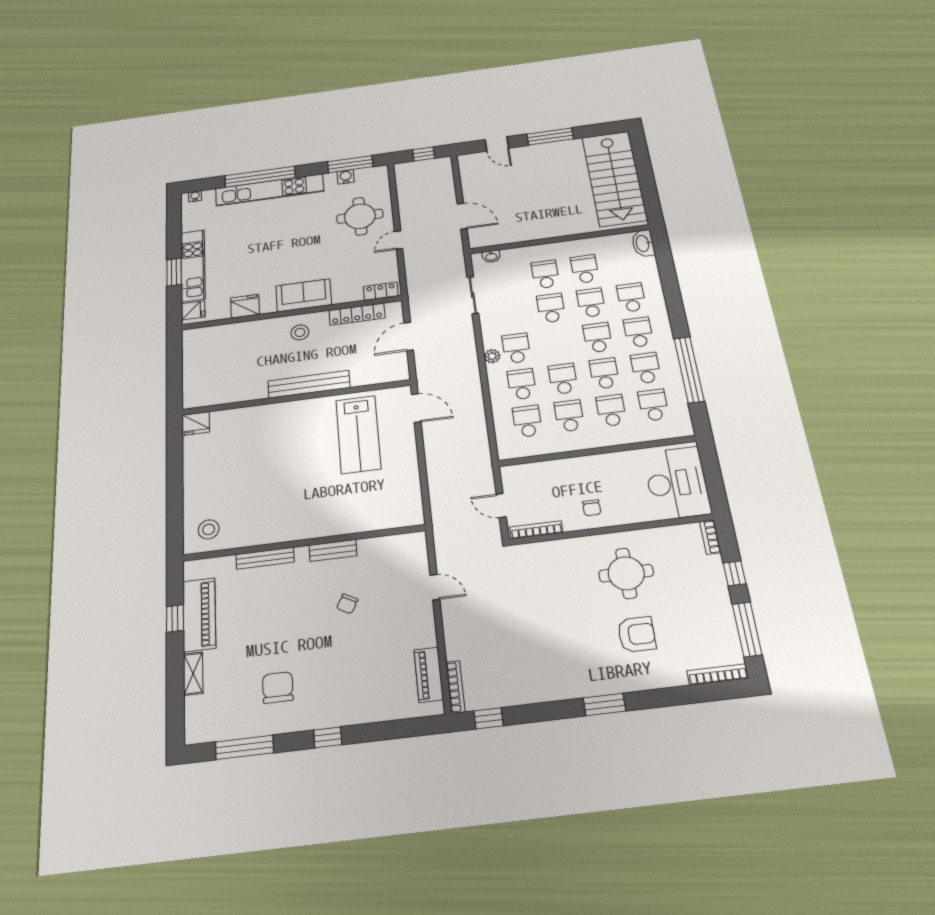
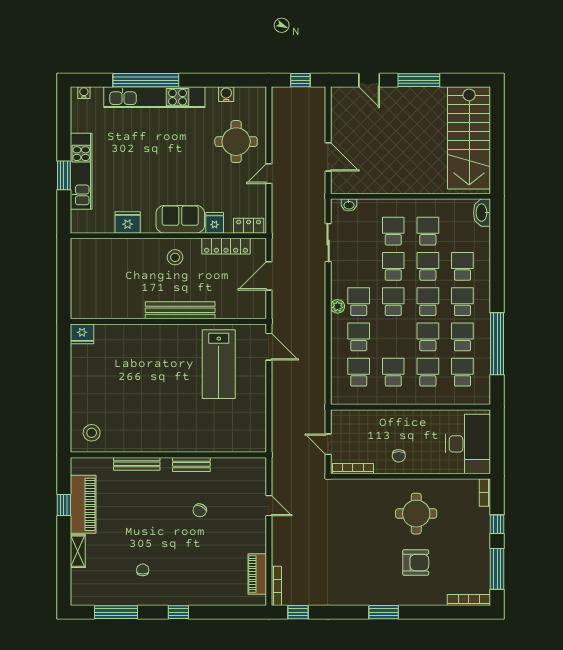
window: (350, 164) -> (231, 80), removed
fridge: (193, 310) -> (215, 223), moved, turned -90
school desk: (563, 379) -> (393, 302), moved
chair: (278, 687) -> (143, 570), width x0.54, depth x0.54

